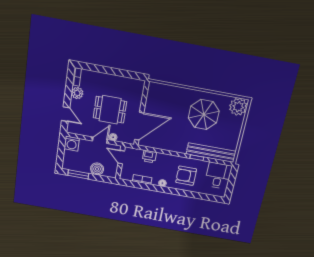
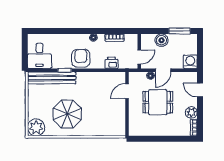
door: (139, 126) -> (127, 91), width x0.53
door: (121, 157) -> (139, 57), hinge flipped
armchair: (186, 176) -> (81, 58), moved, turned -90

